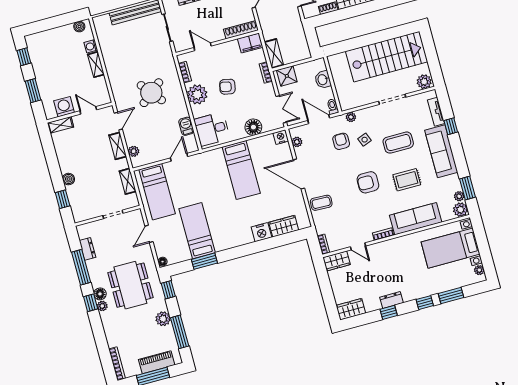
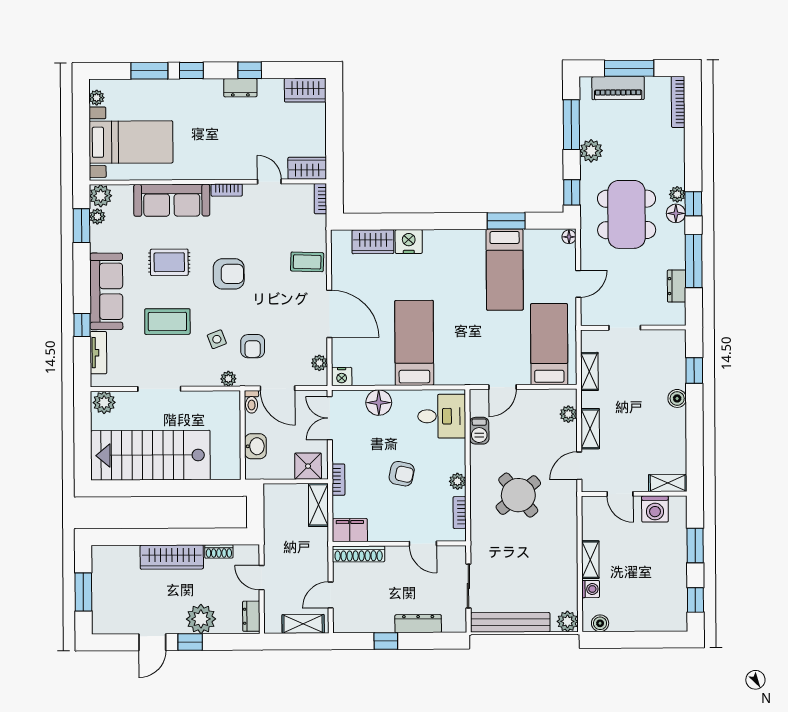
plant: (100, 22) -> (567, 621), added
plant: (197, 94) -> (457, 481), width x0.53, depth x0.53

